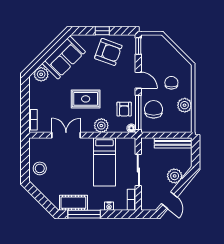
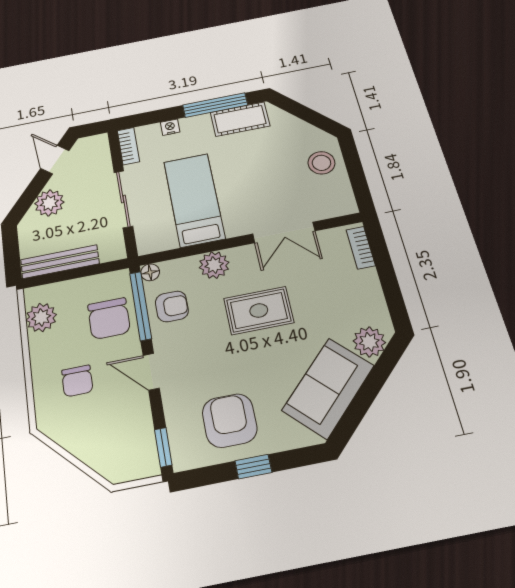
armchair: (108, 52) -> (230, 420), turned 70
plant: (185, 105) -> (41, 317), moved
armchair: (124, 109) -> (172, 306), turned 90

